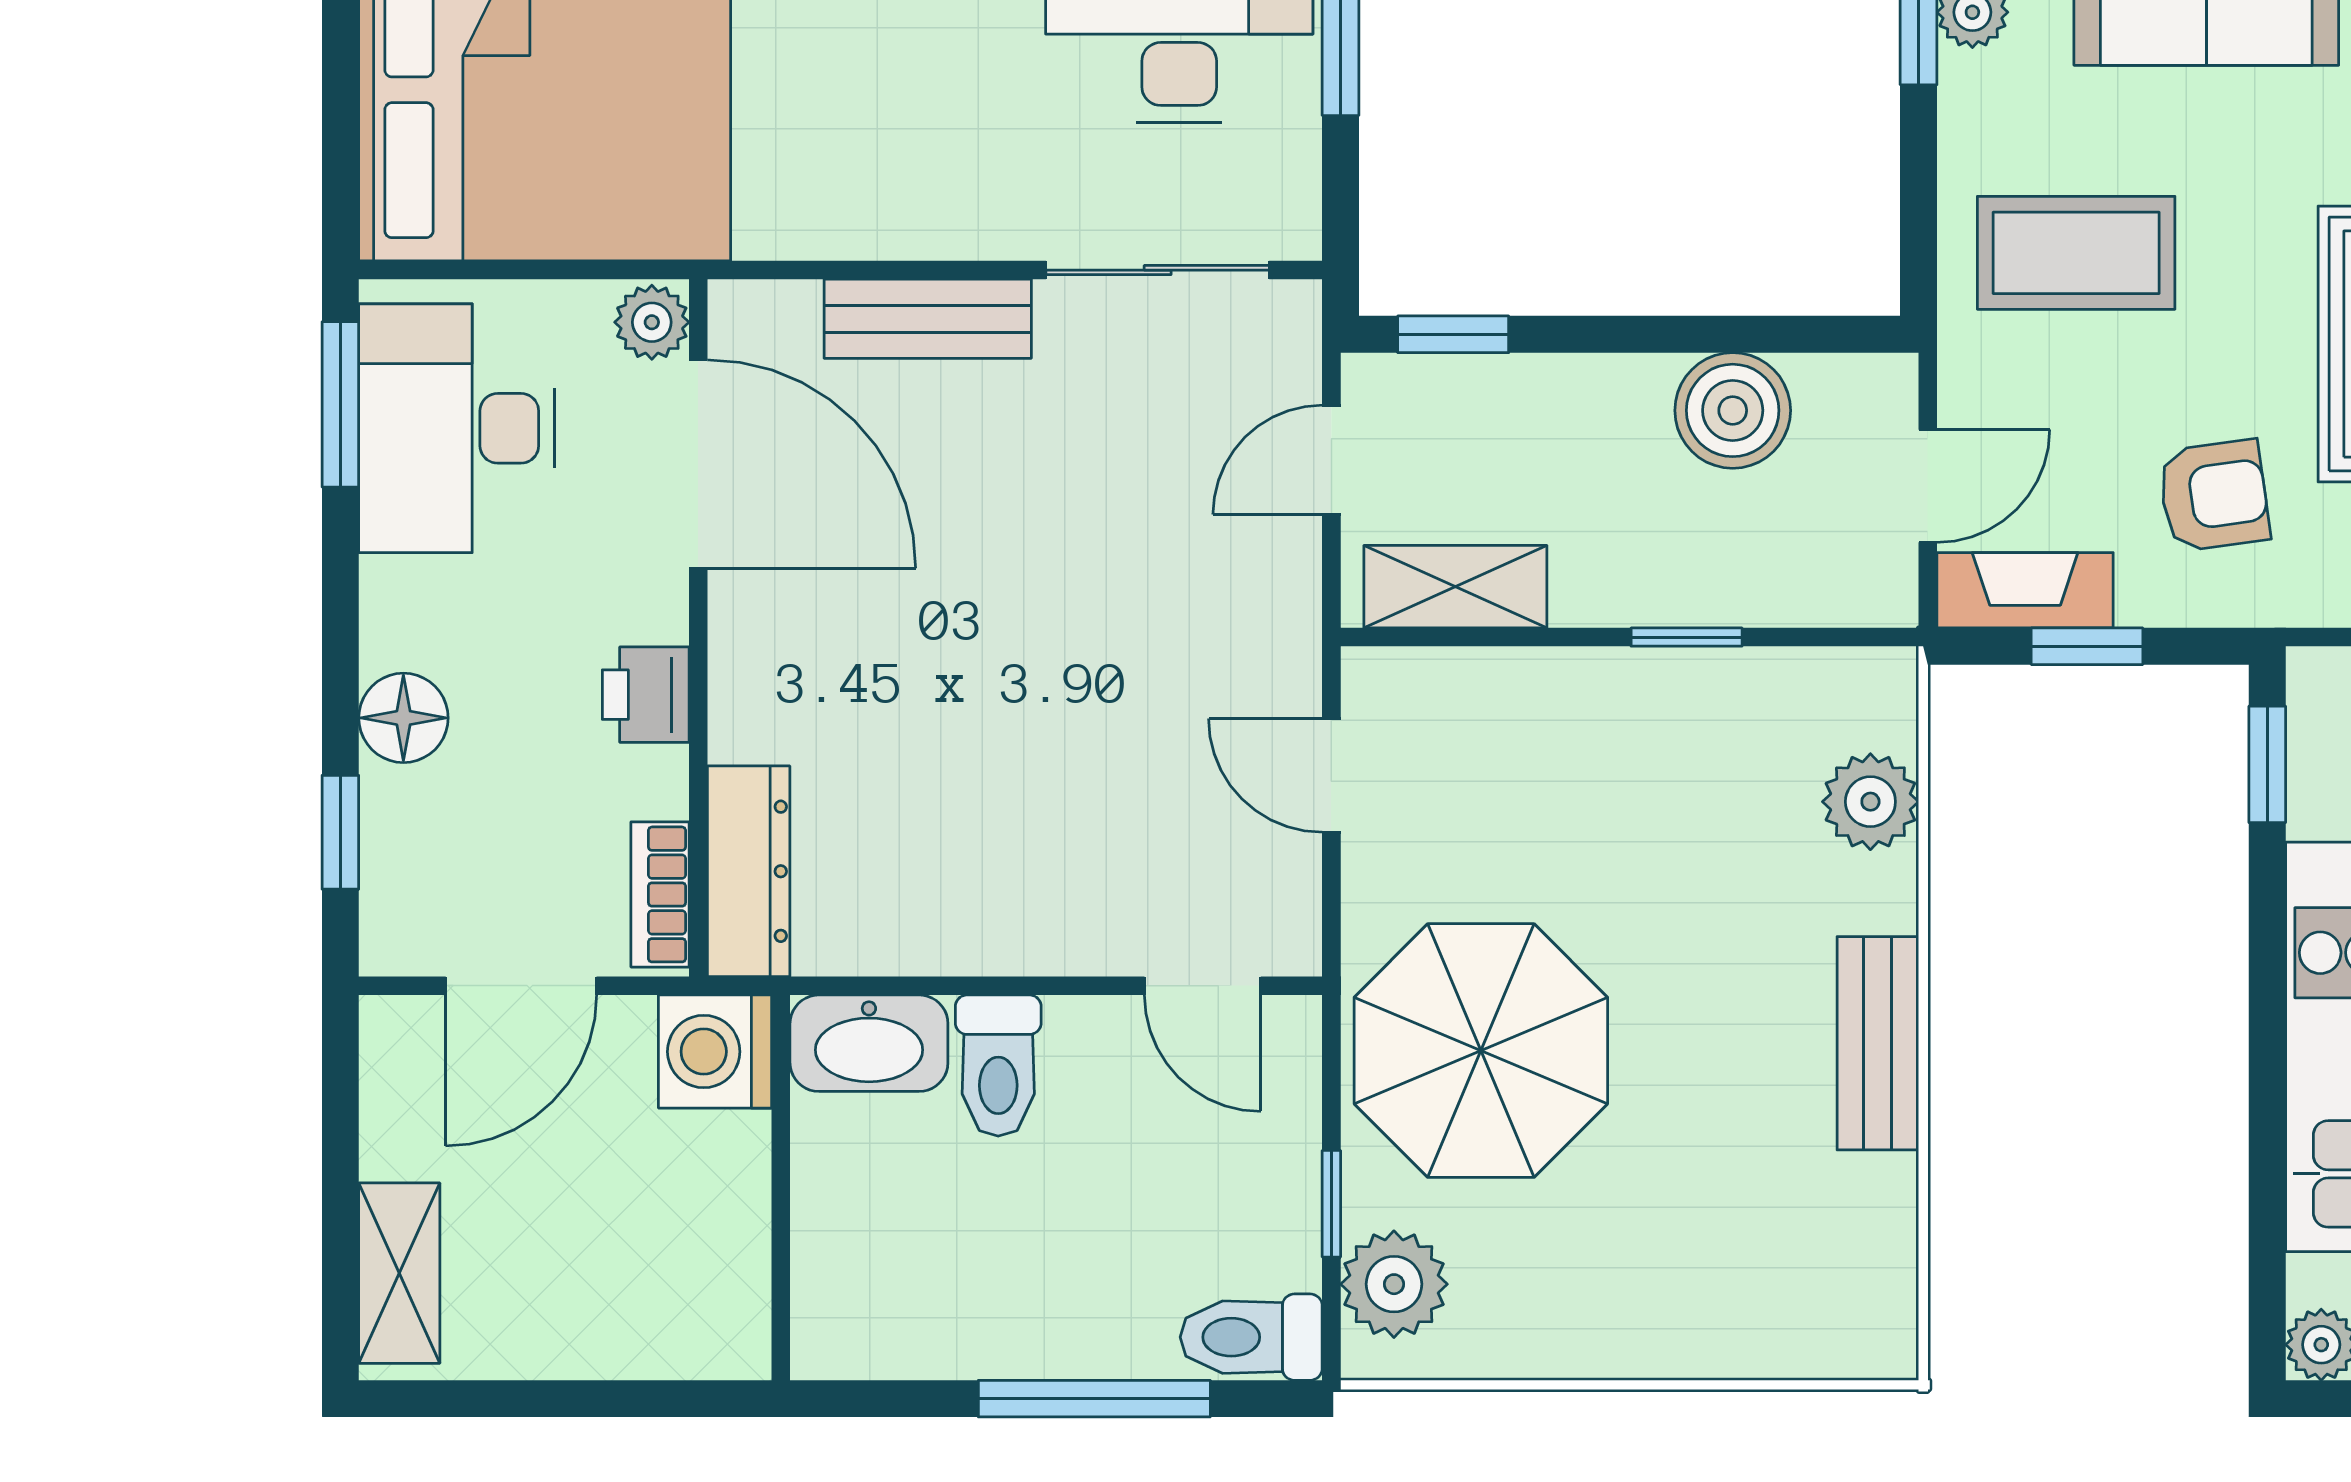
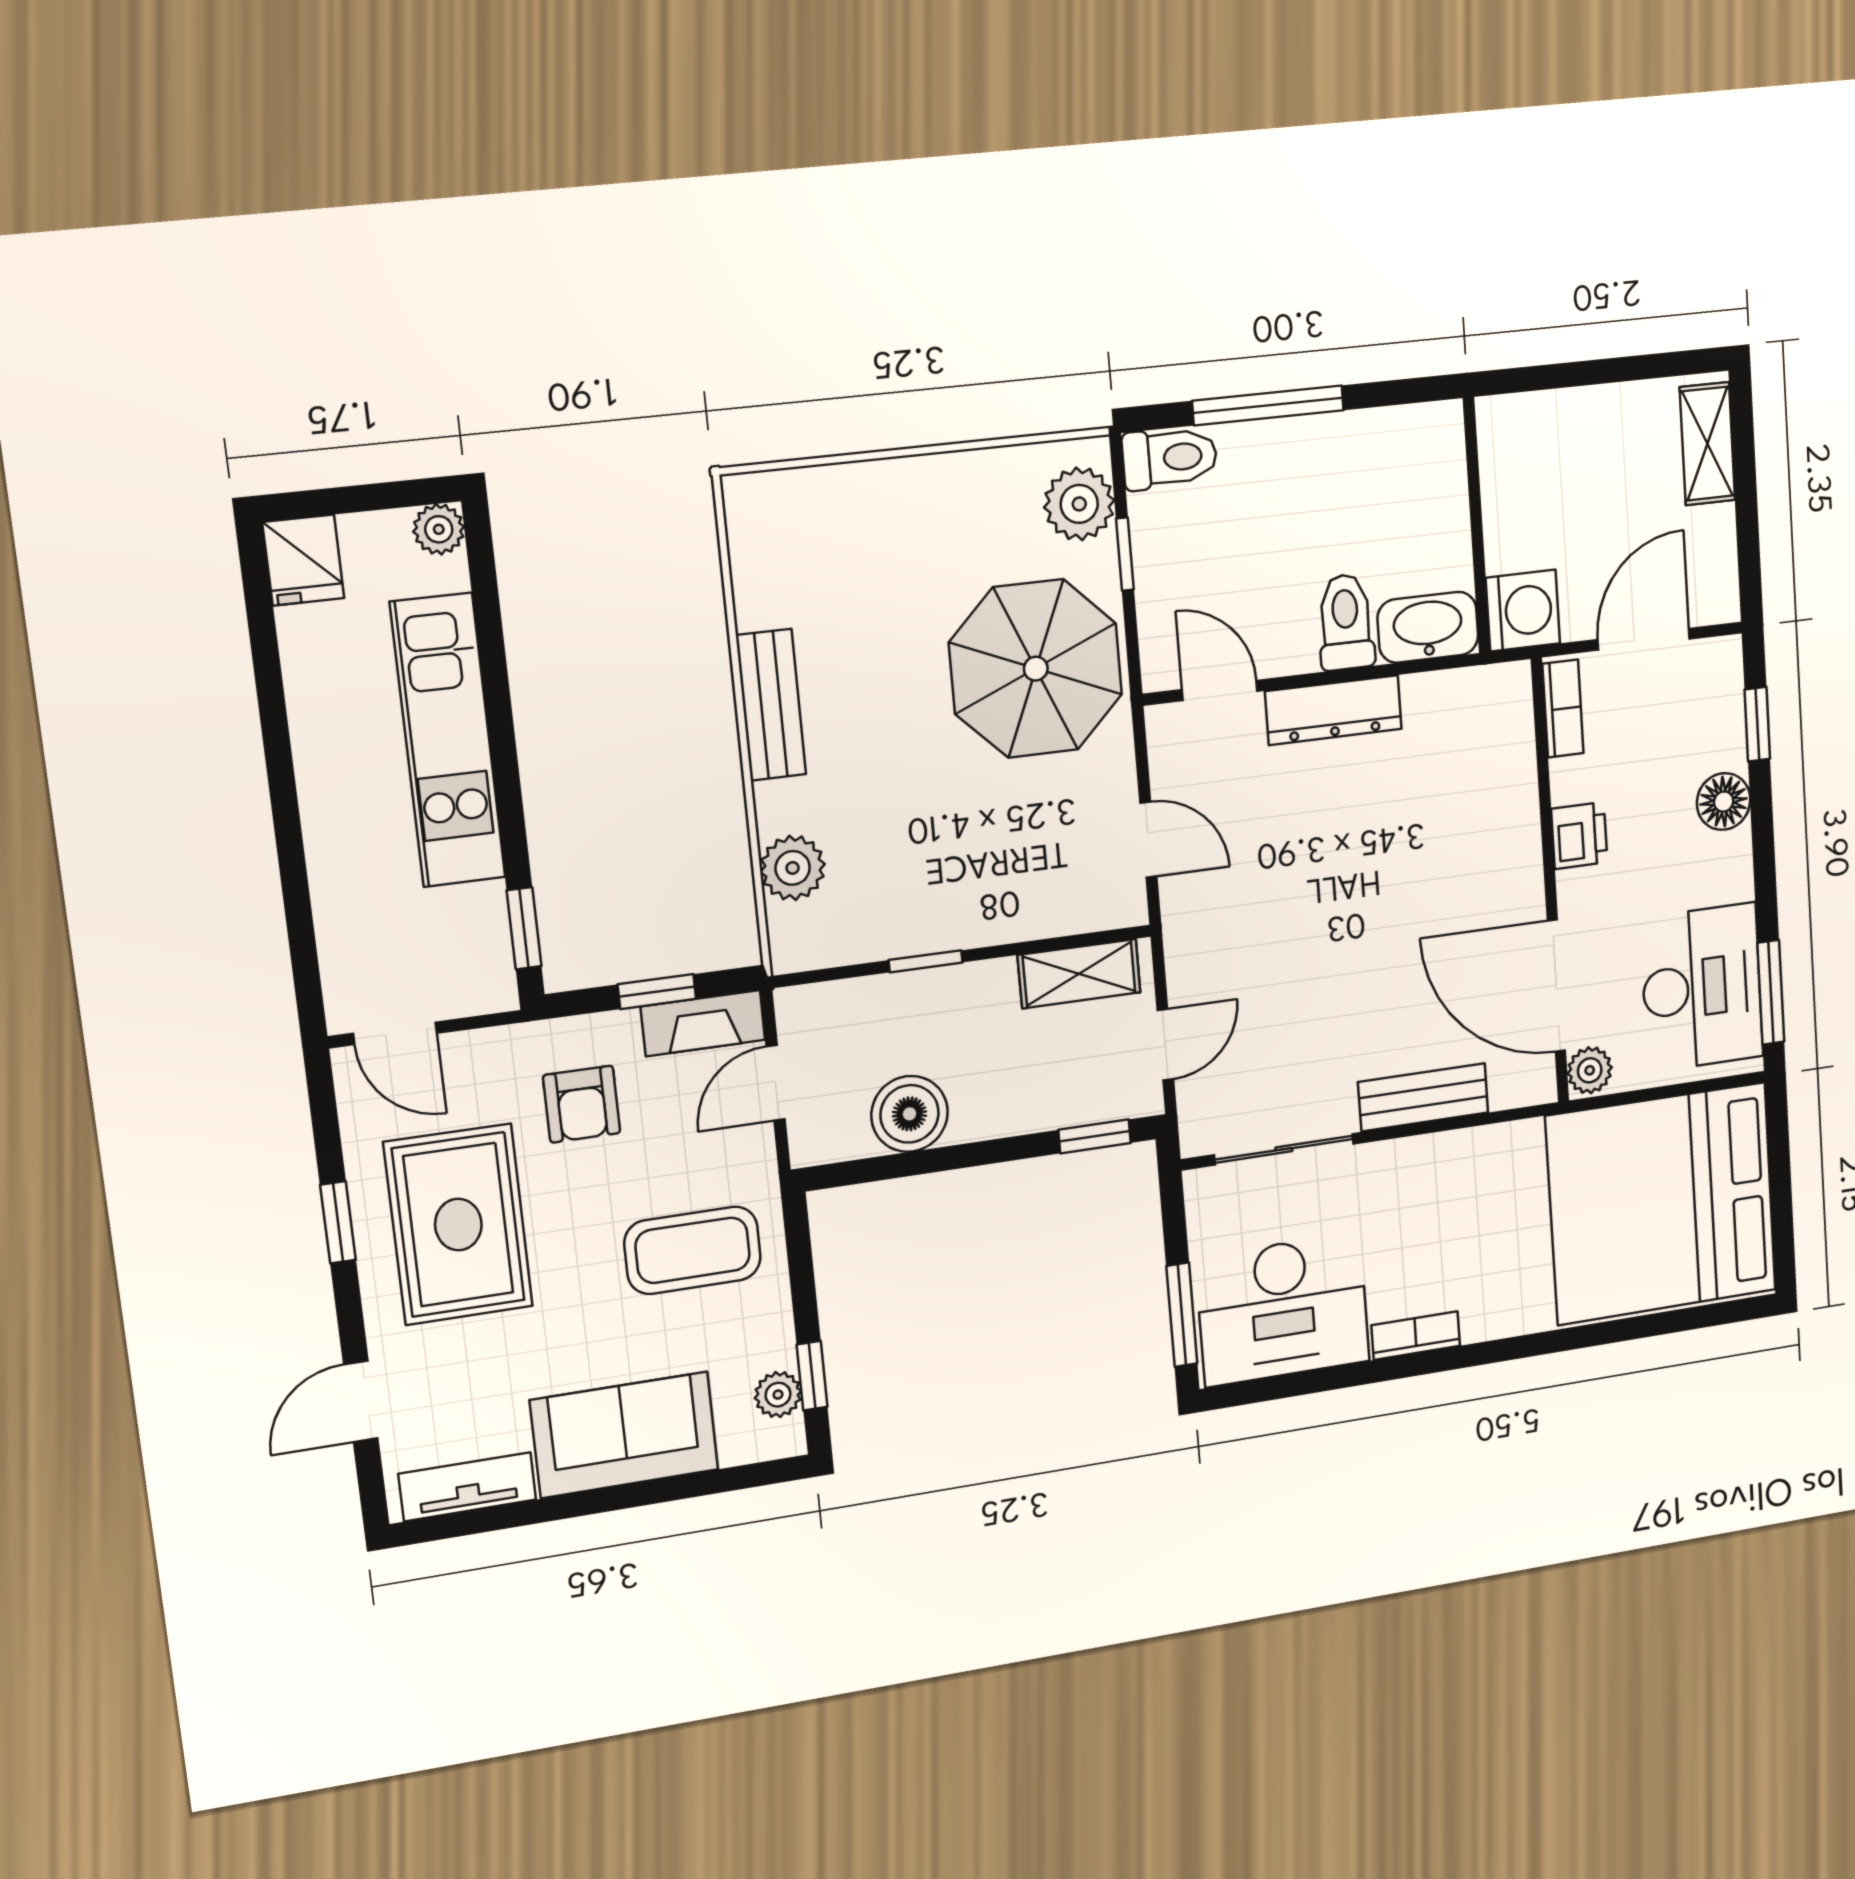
armchair: (2214, 496) -> (582, 1104), turned -82
dresser: (749, 871) -> (1333, 710), moved, turned -90

